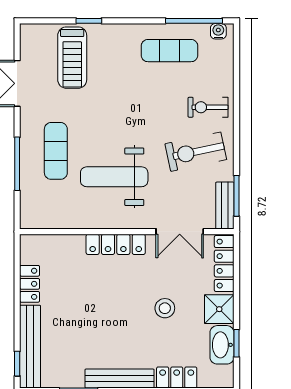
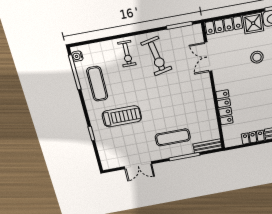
treadmill: (72, 58) -> (122, 116), moved
weight bench: (114, 177) -> (182, 102), removed
bench: (225, 205) -> (207, 146), moved
double door: (180, 232) -> (208, 57), swing flipped
locker: (116, 244) -> (225, 107), moved

